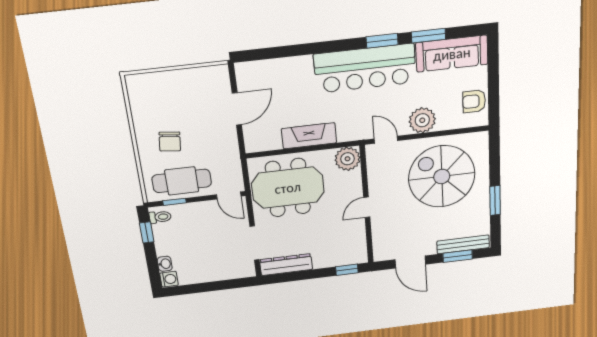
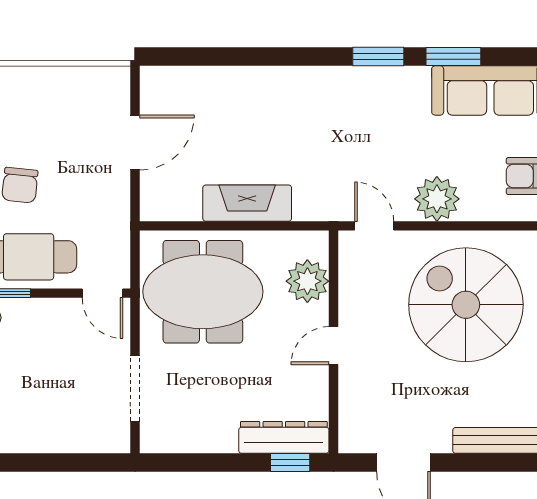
bar counter: (365, 68) -> (348, 99), removed
plant: (347, 159) -> (307, 281), moved
window: (458, 256) -> (489, 463), removed
dresser: (286, 265) -> (284, 437), moved

